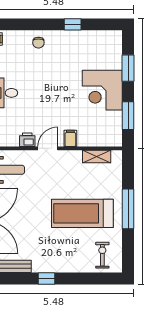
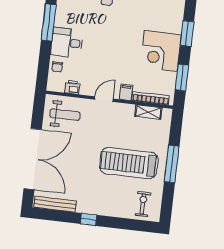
printer: (27, 140) -> (72, 87), moved
bookcase: (97, 142) -> (151, 98), added

